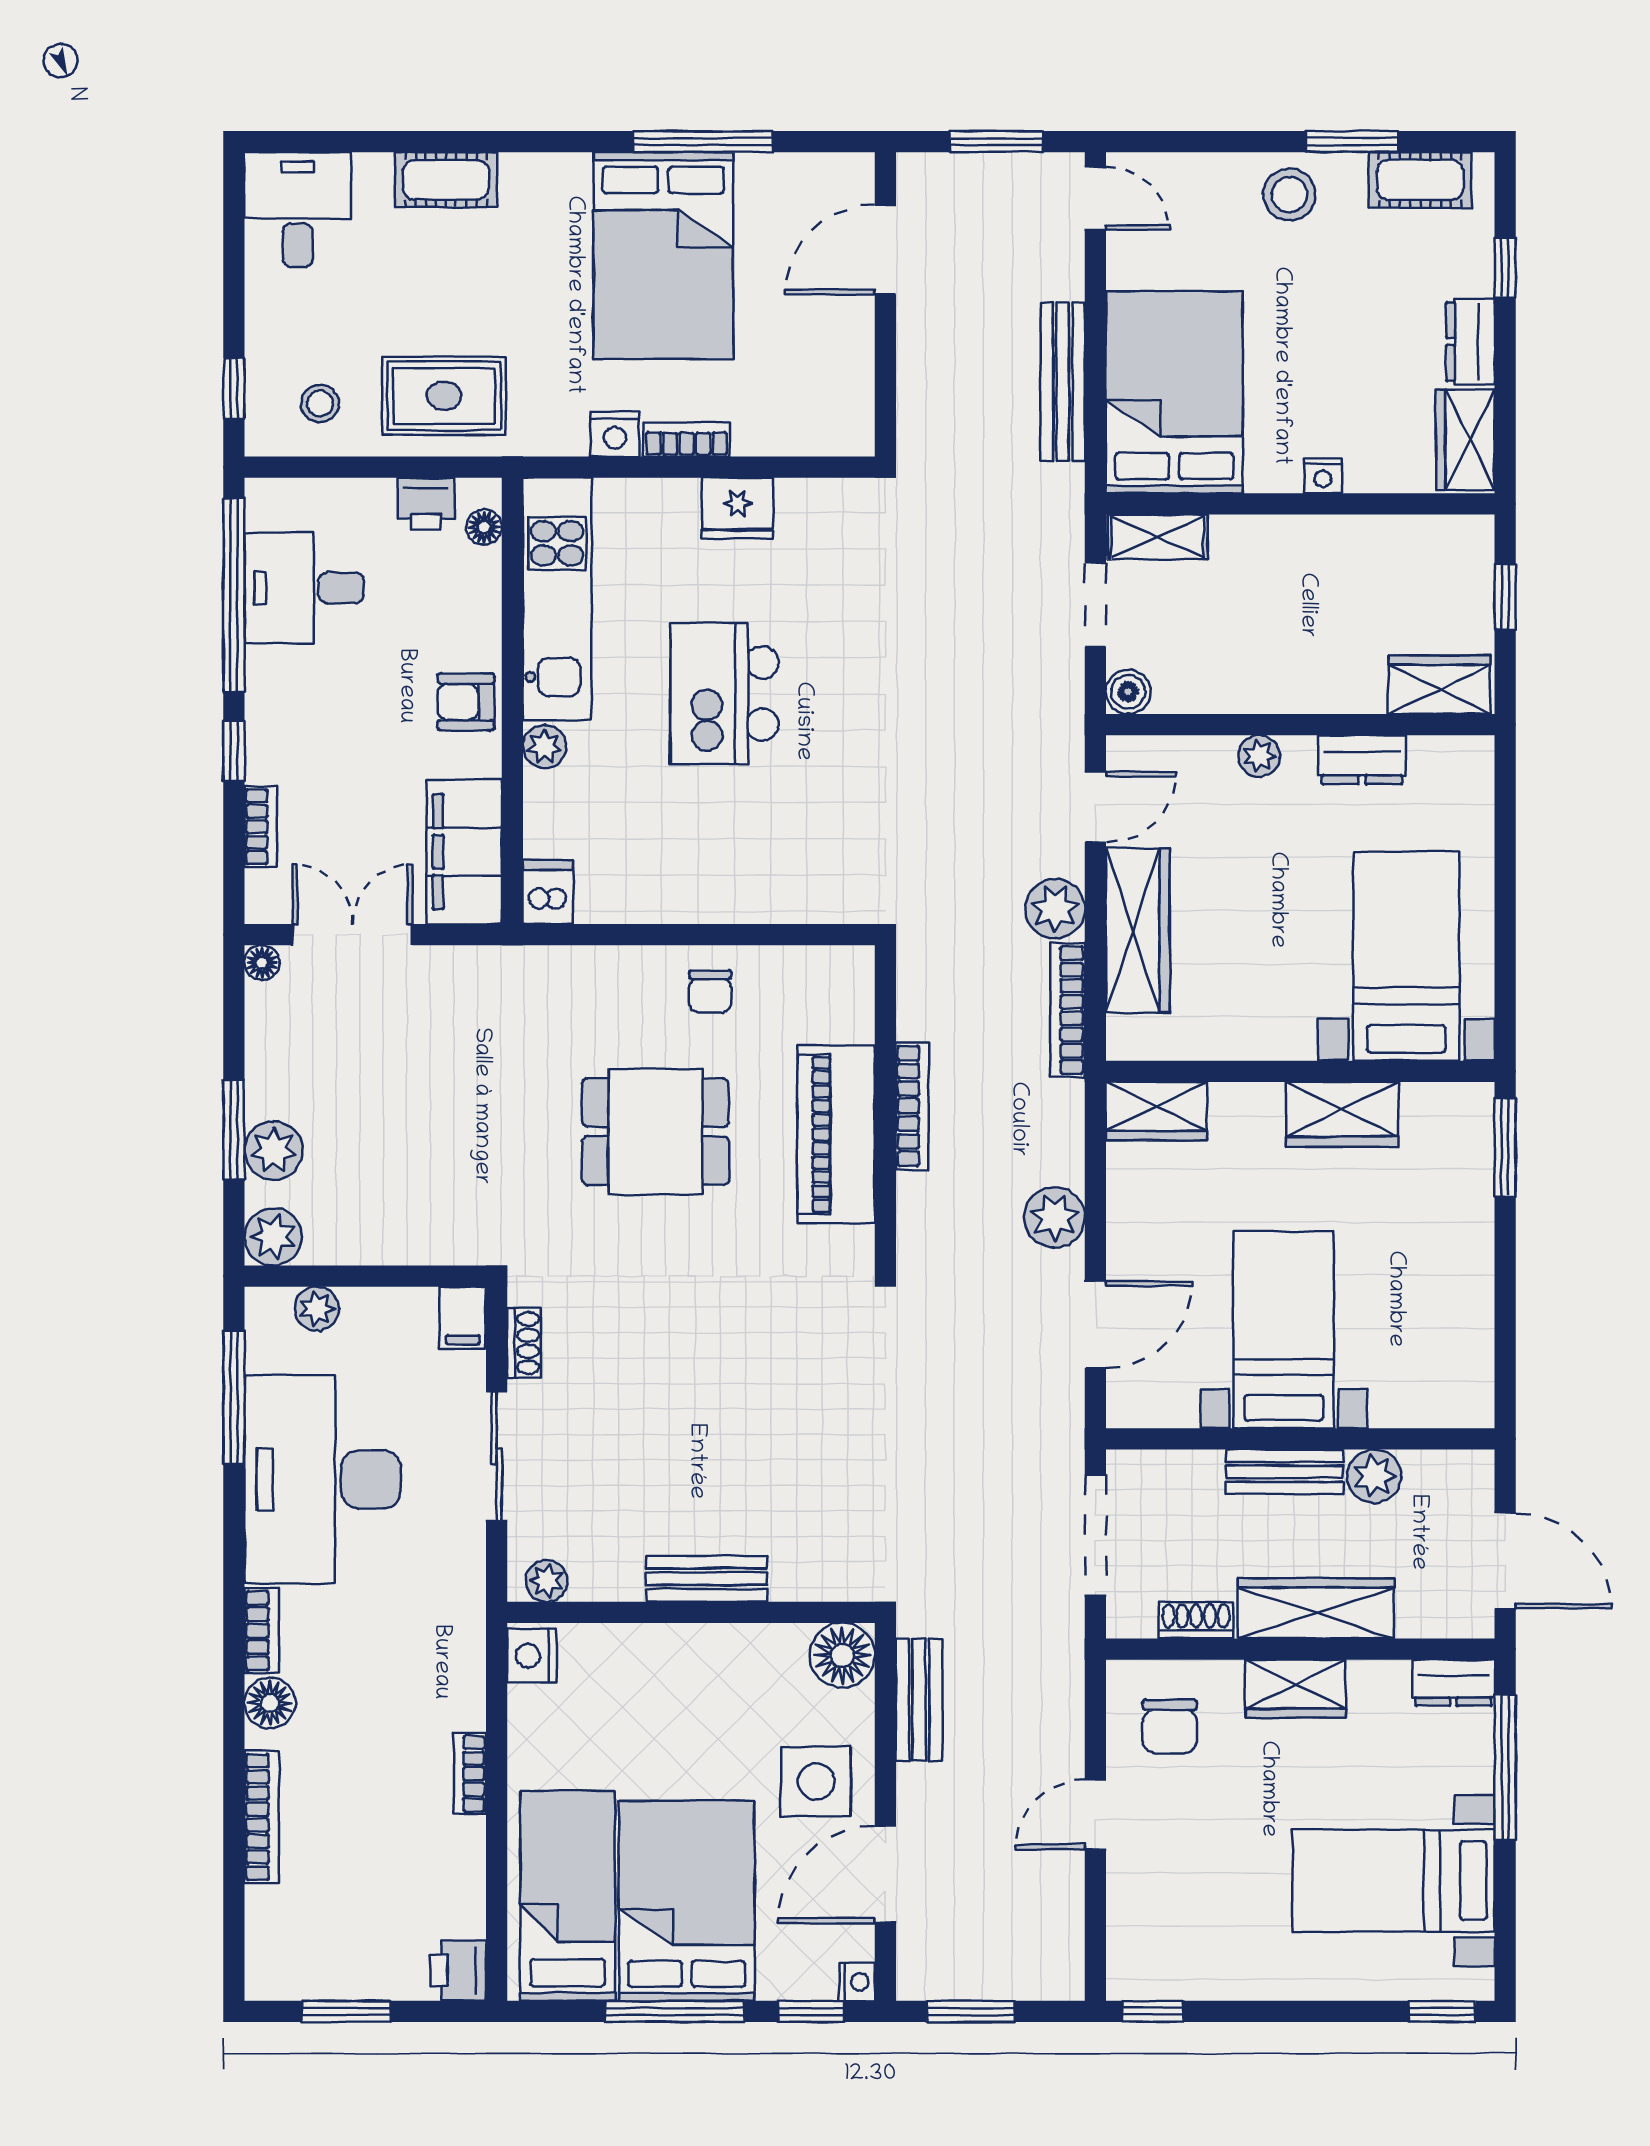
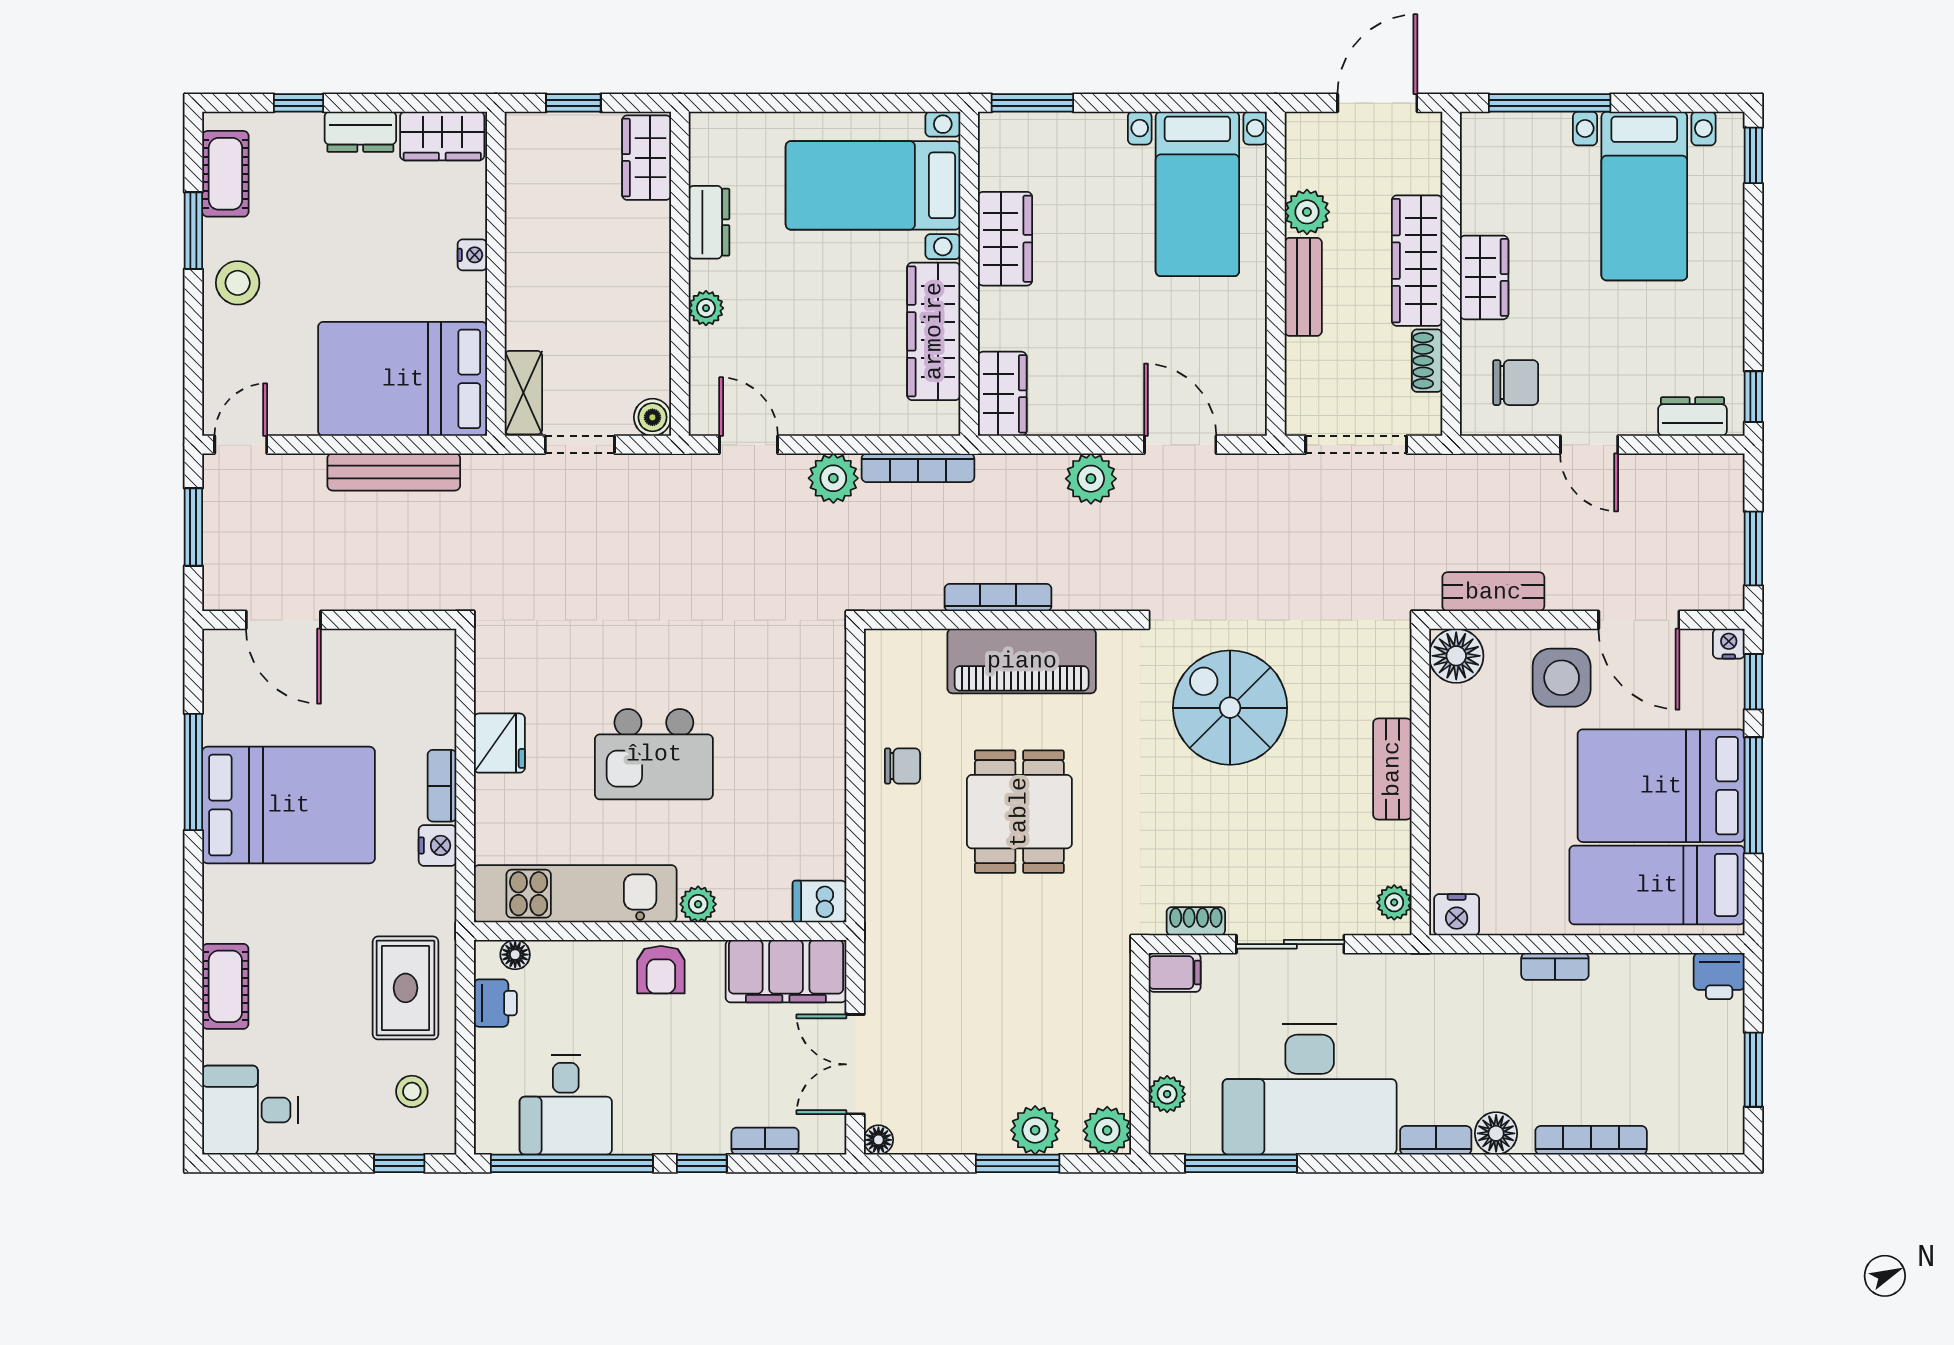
wardrobe: (1138, 930) -> (934, 331), moved, turned -90
bed with nightstands: (1284, 1330) -> (1197, 194), moved, turned -90
spiral stairs: (780, 1384) -> (1230, 708), added
dresser: (1453, 1683) -> (1692, 417), moved, turned -90

